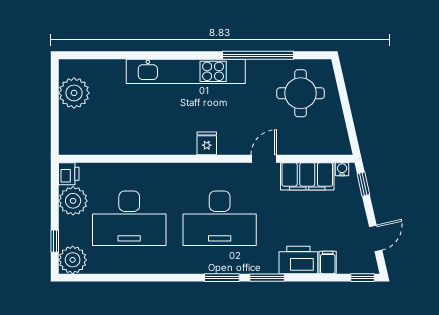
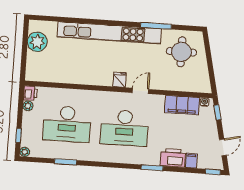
window: (258, 55) -> (156, 26), width x0.68
kitchen unit: (186, 71) -> (109, 33), width x1.36
door: (264, 159) -> (140, 91), moved
plant: (73, 201) -> (28, 106), width x0.53, depth x0.53
plant: (73, 260) -> (25, 152), width x0.53, depth x0.53
window: (222, 278) -> (66, 162), moved

